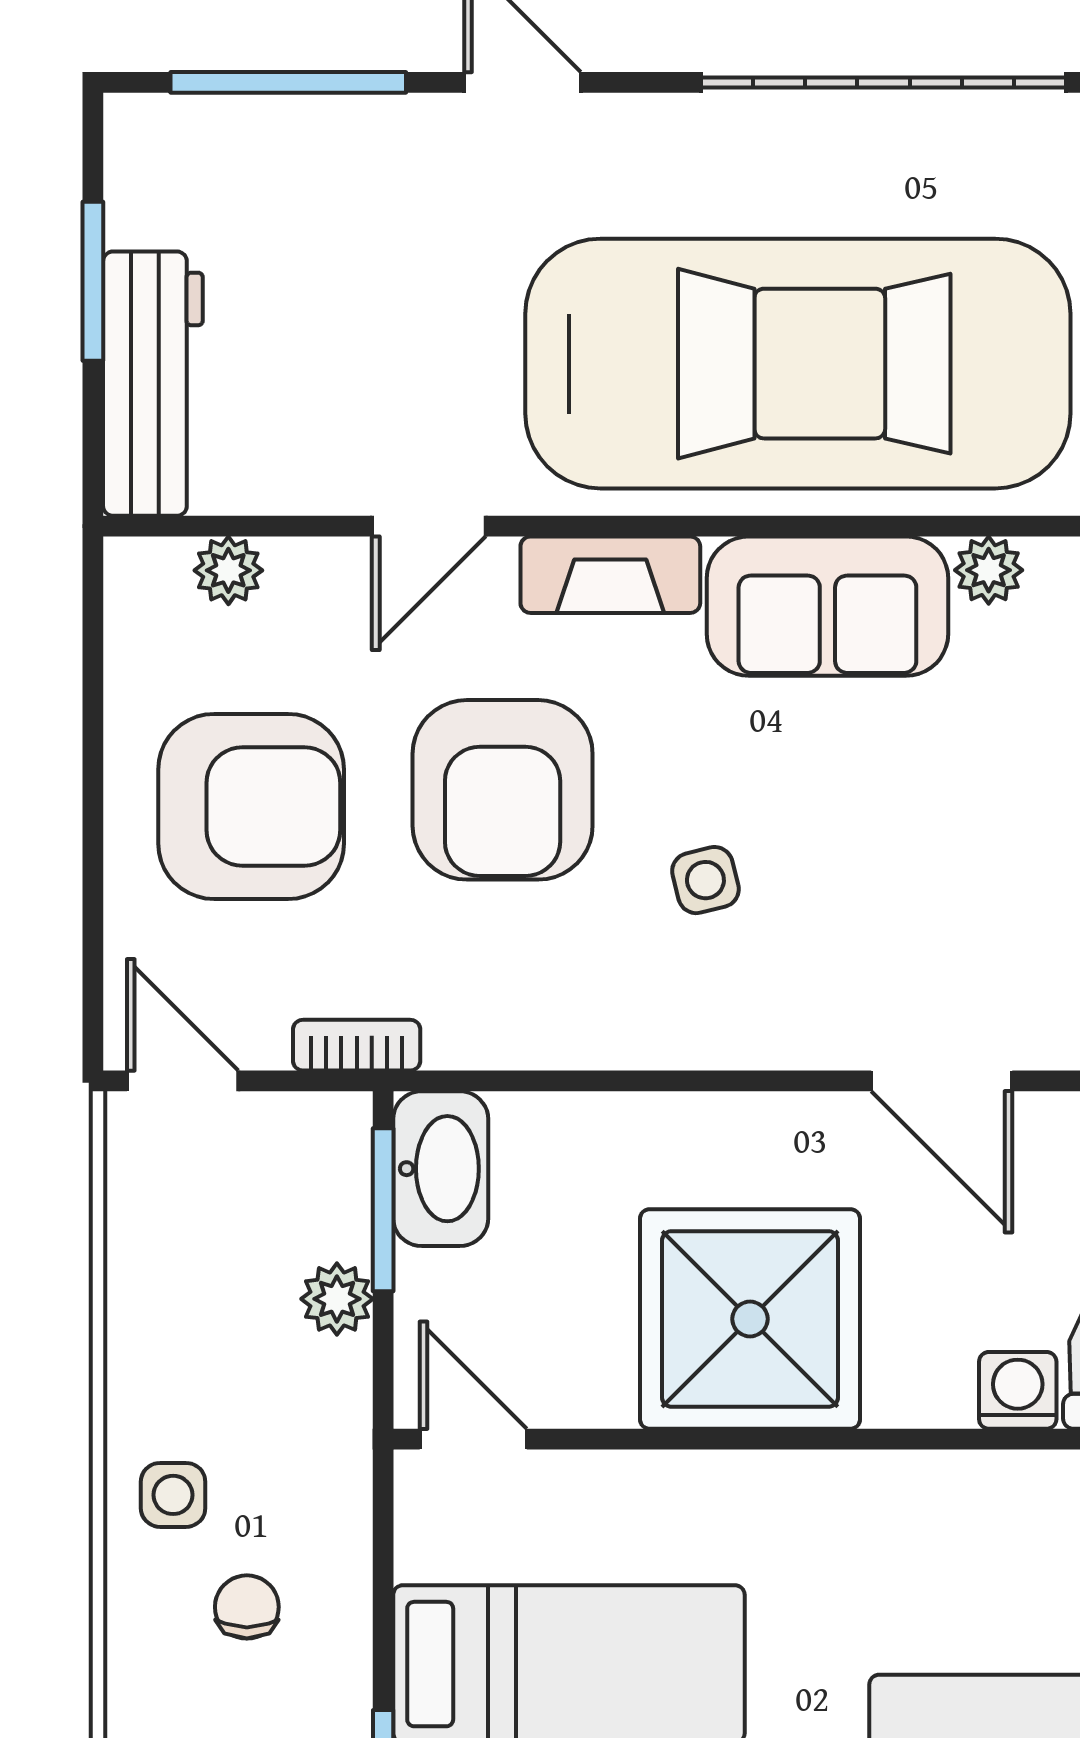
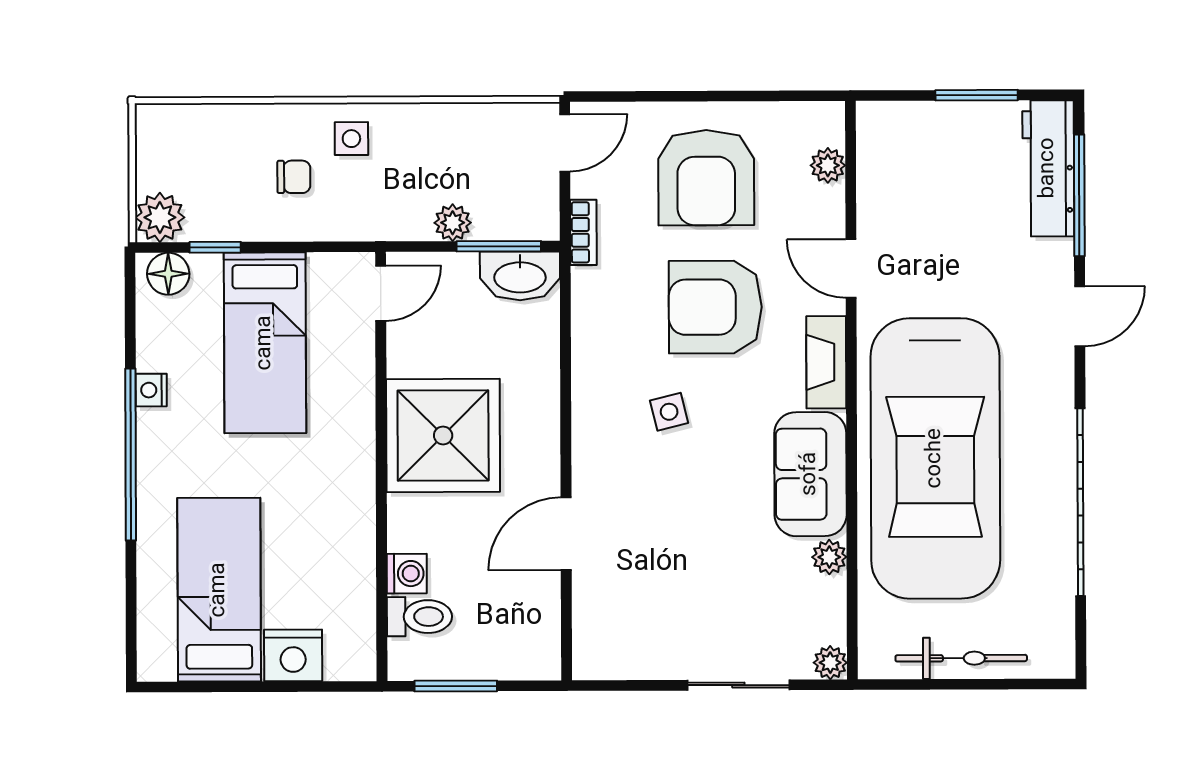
workbench: (153, 384) -> (1048, 168), moved, turned 90

